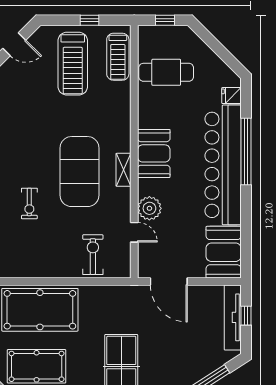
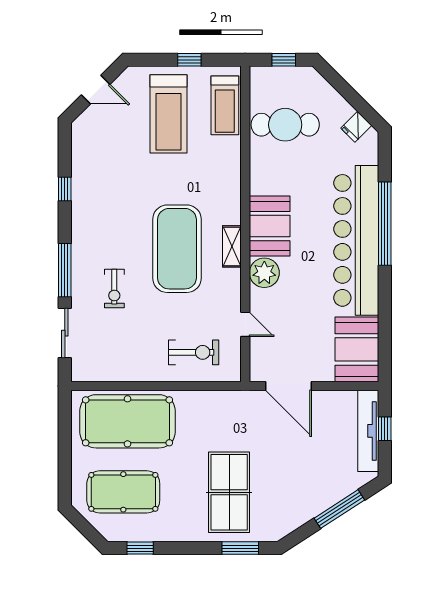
fridge: (231, 96) -> (356, 127), moved, turned -45
plant: (149, 208) -> (264, 273), moved
exercise bike: (93, 255) -> (194, 352), turned 90

